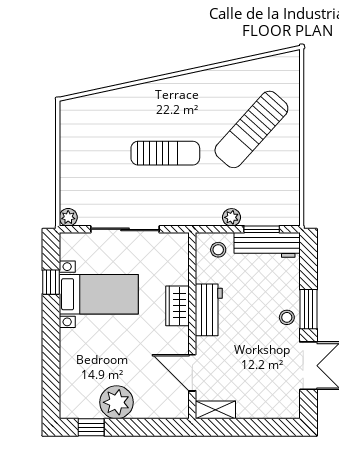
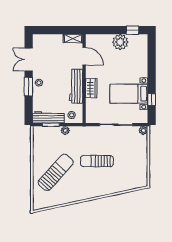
workbench: (209, 310) -> (76, 86), width x1.37

